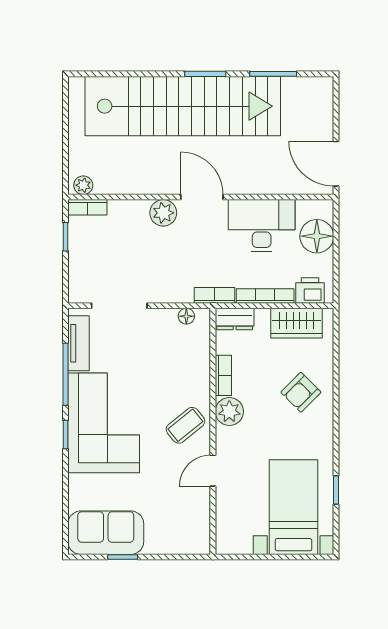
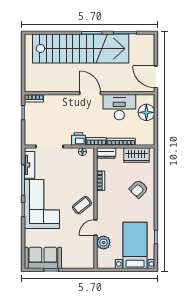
plant: (83, 185) -> (32, 87), removed
plant: (163, 213) -> (71, 101), removed
printer: (310, 290) -> (79, 139), moved
plant: (229, 412) -> (104, 243), moved

